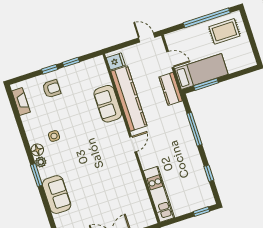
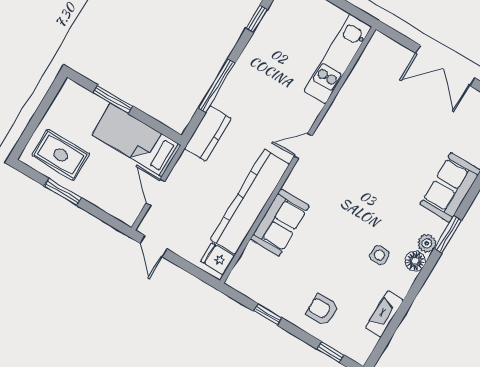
window: (207, 18) -> (63, 192), width x0.47
window: (50, 69) -> (330, 352), moved
window: (206, 84) -> (113, 99), moved
kitchen counter: (171, 89) -> (208, 134), moved
fireplace: (21, 102) -> (384, 314), moved

